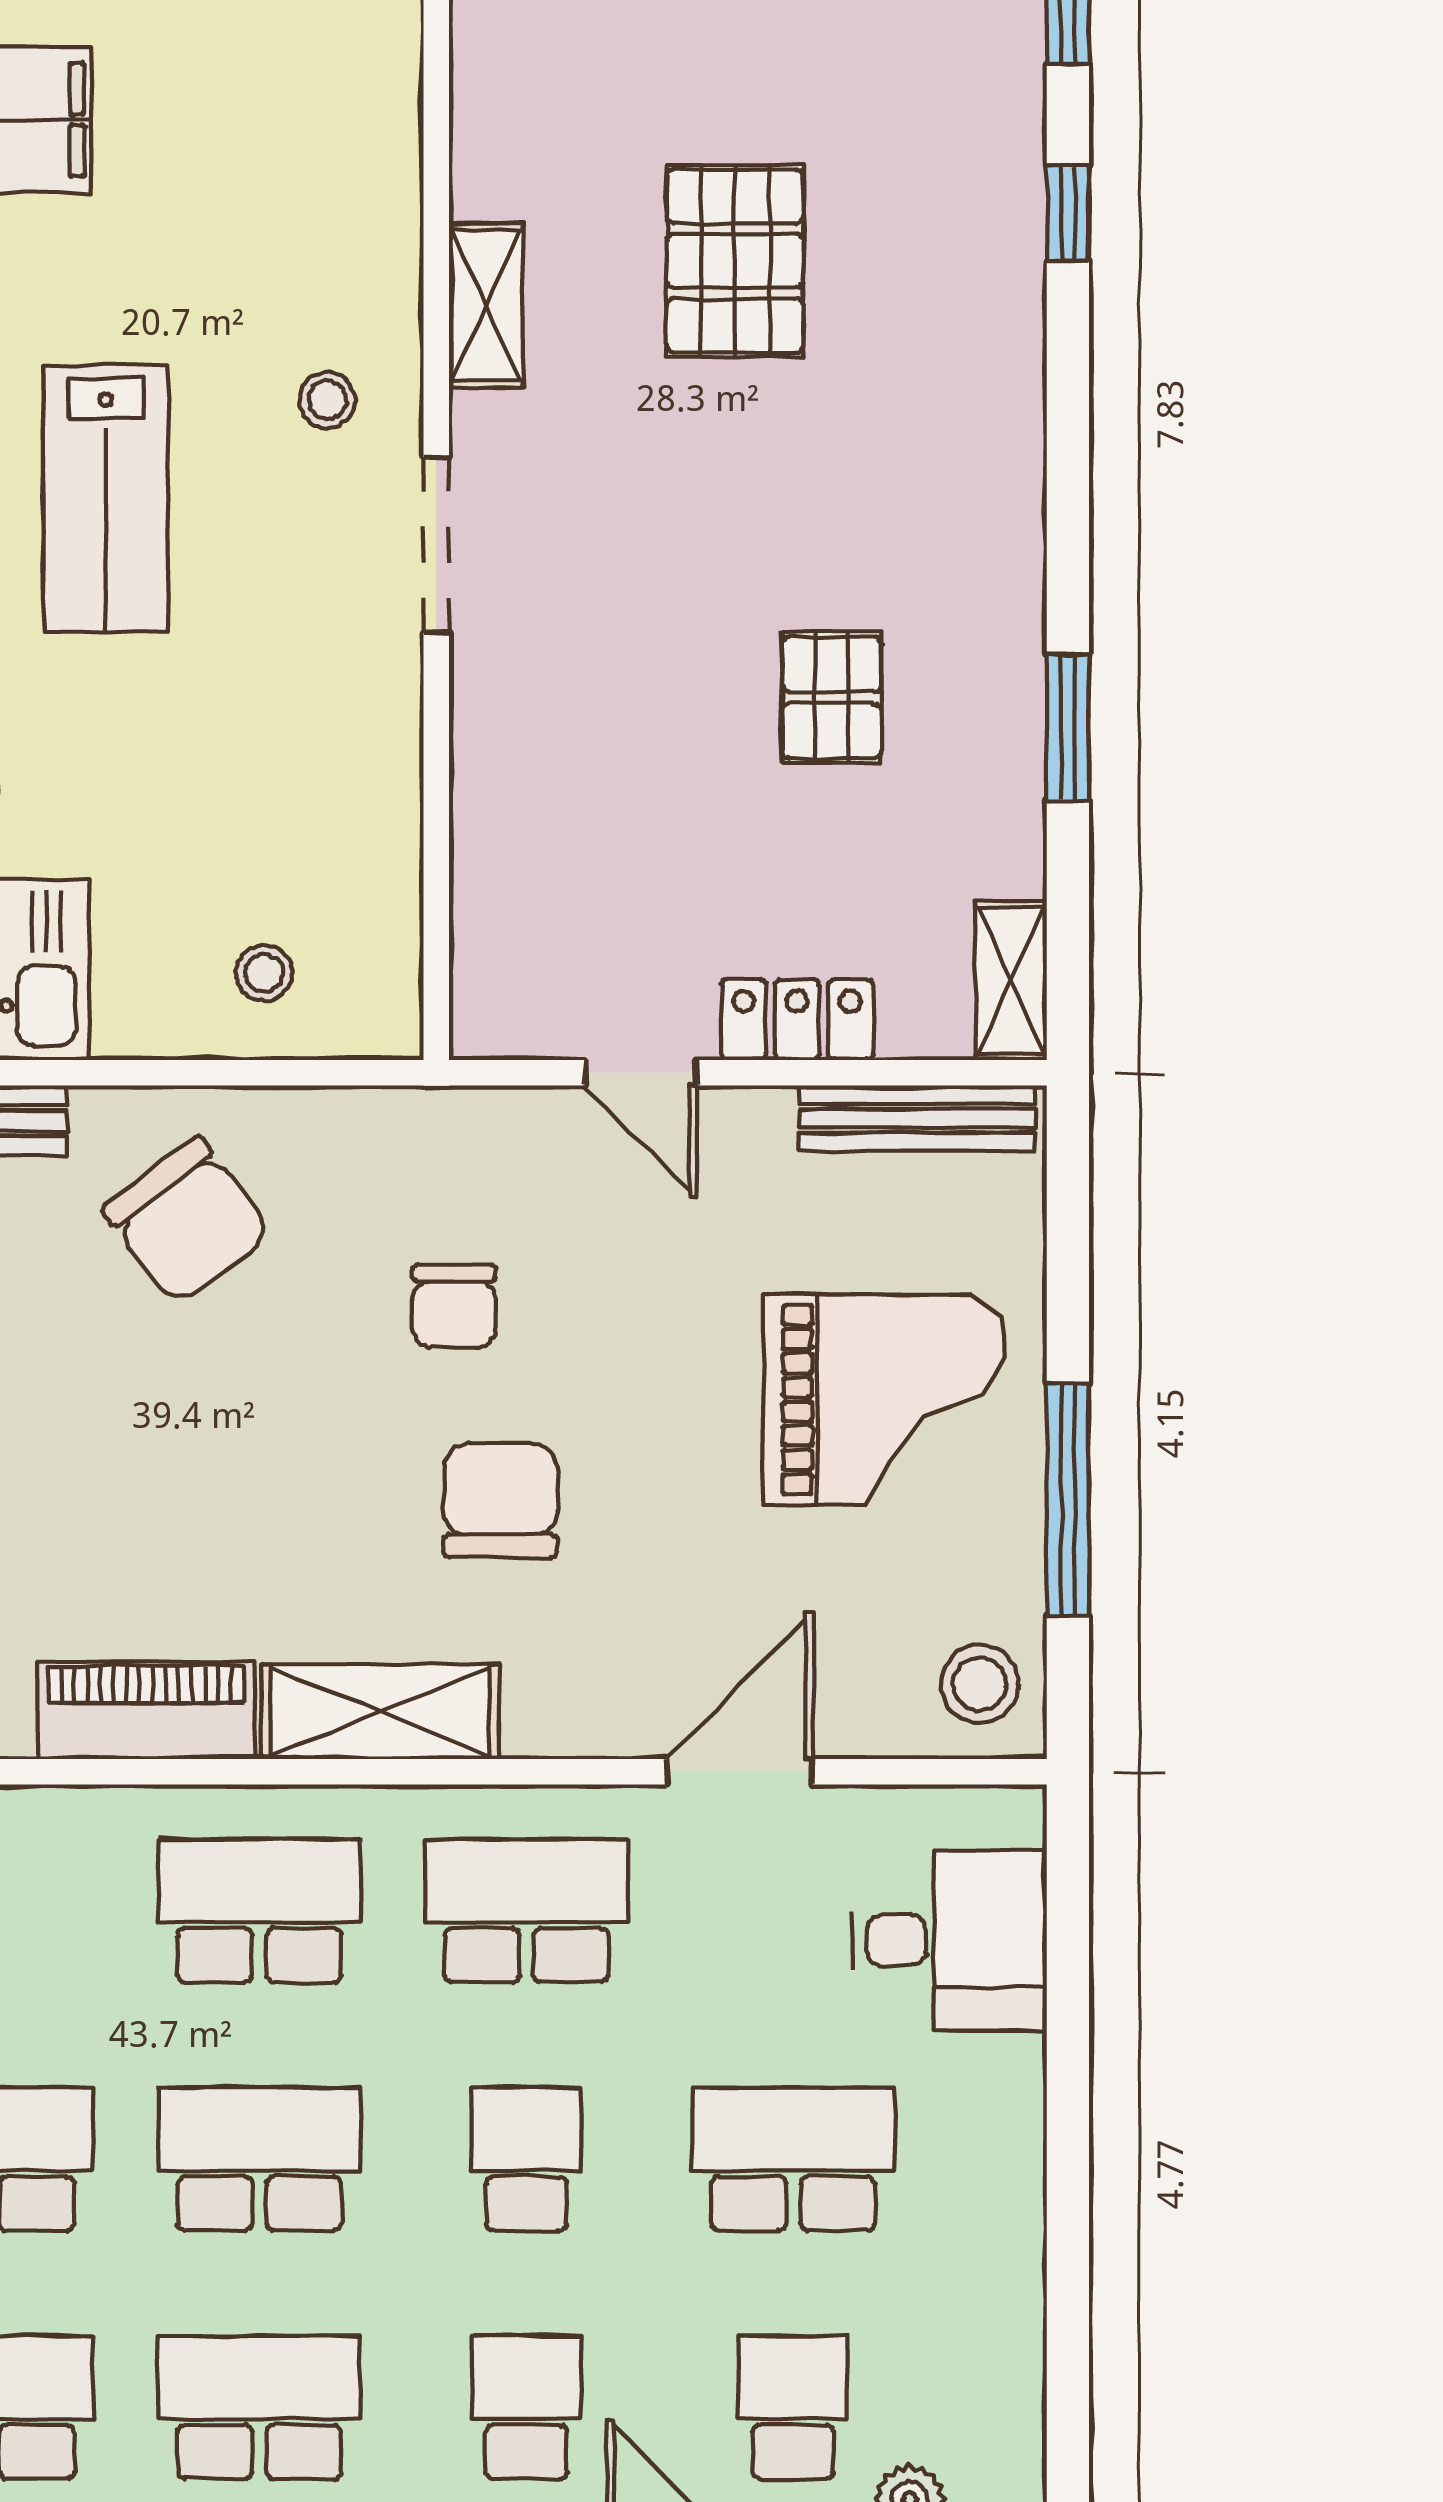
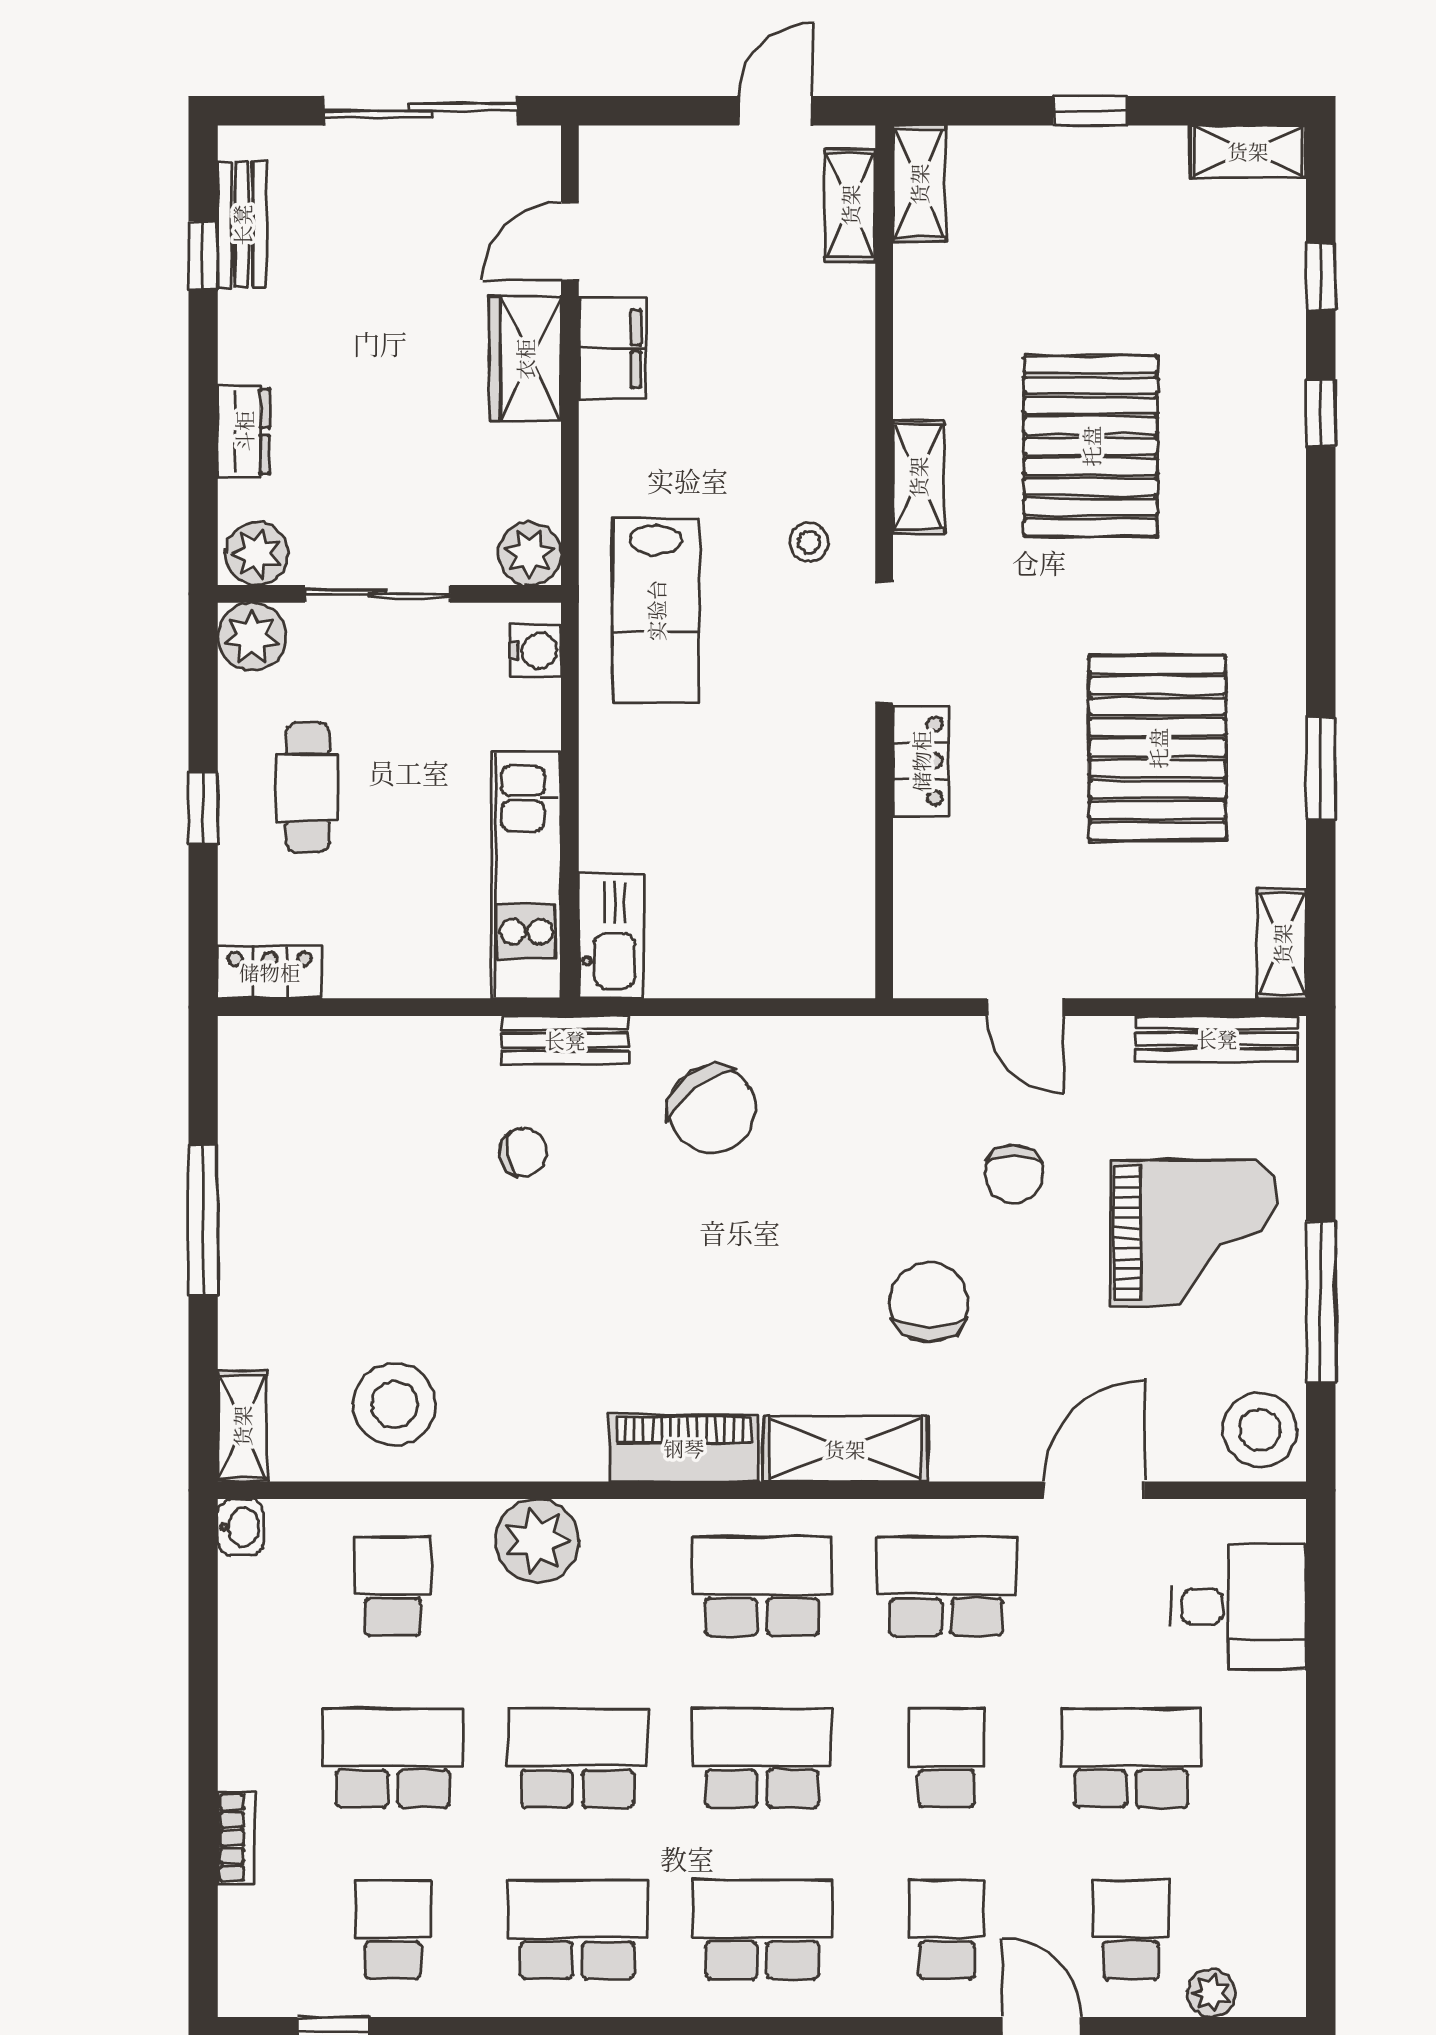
pallet: (735, 261) -> (1091, 446), width x1.37, depth x1.41
pallet: (832, 698) -> (1158, 748), width x2.05, depth x2.00
stool: (264, 973) -> (765, 938), removed
locker: (797, 1020) -> (921, 761), moved, turned 90
chair: (454, 1306) -> (1014, 1174), moved
stool: (980, 1684) -> (1260, 1430), width x1.38, depth x1.38

